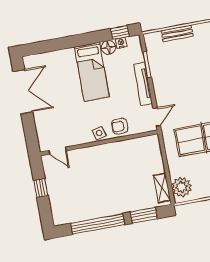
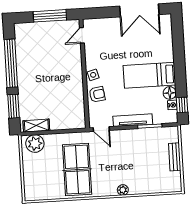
armchair: (120, 126) -> (97, 94), turned 82
window: (41, 188) -> (50, 16), width x2.17

